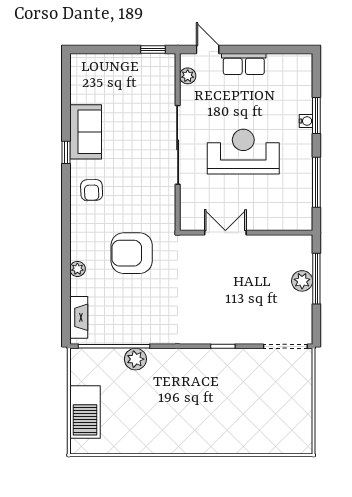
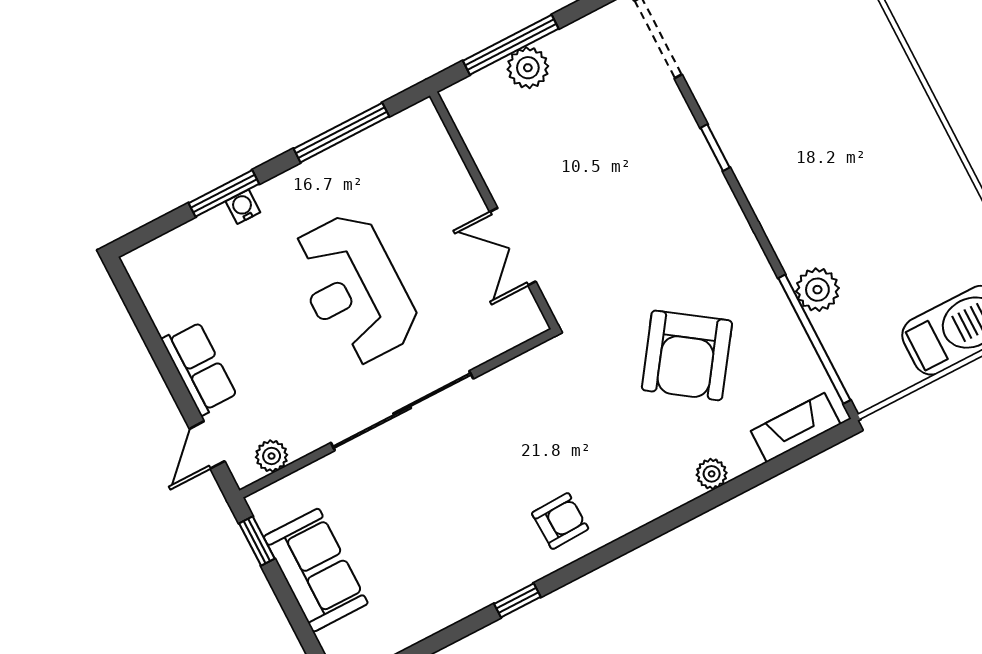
sofa: (86, 132) -> (316, 570), moved, turned 90
armchair: (132, 253) -> (687, 355), moved, turned 35

